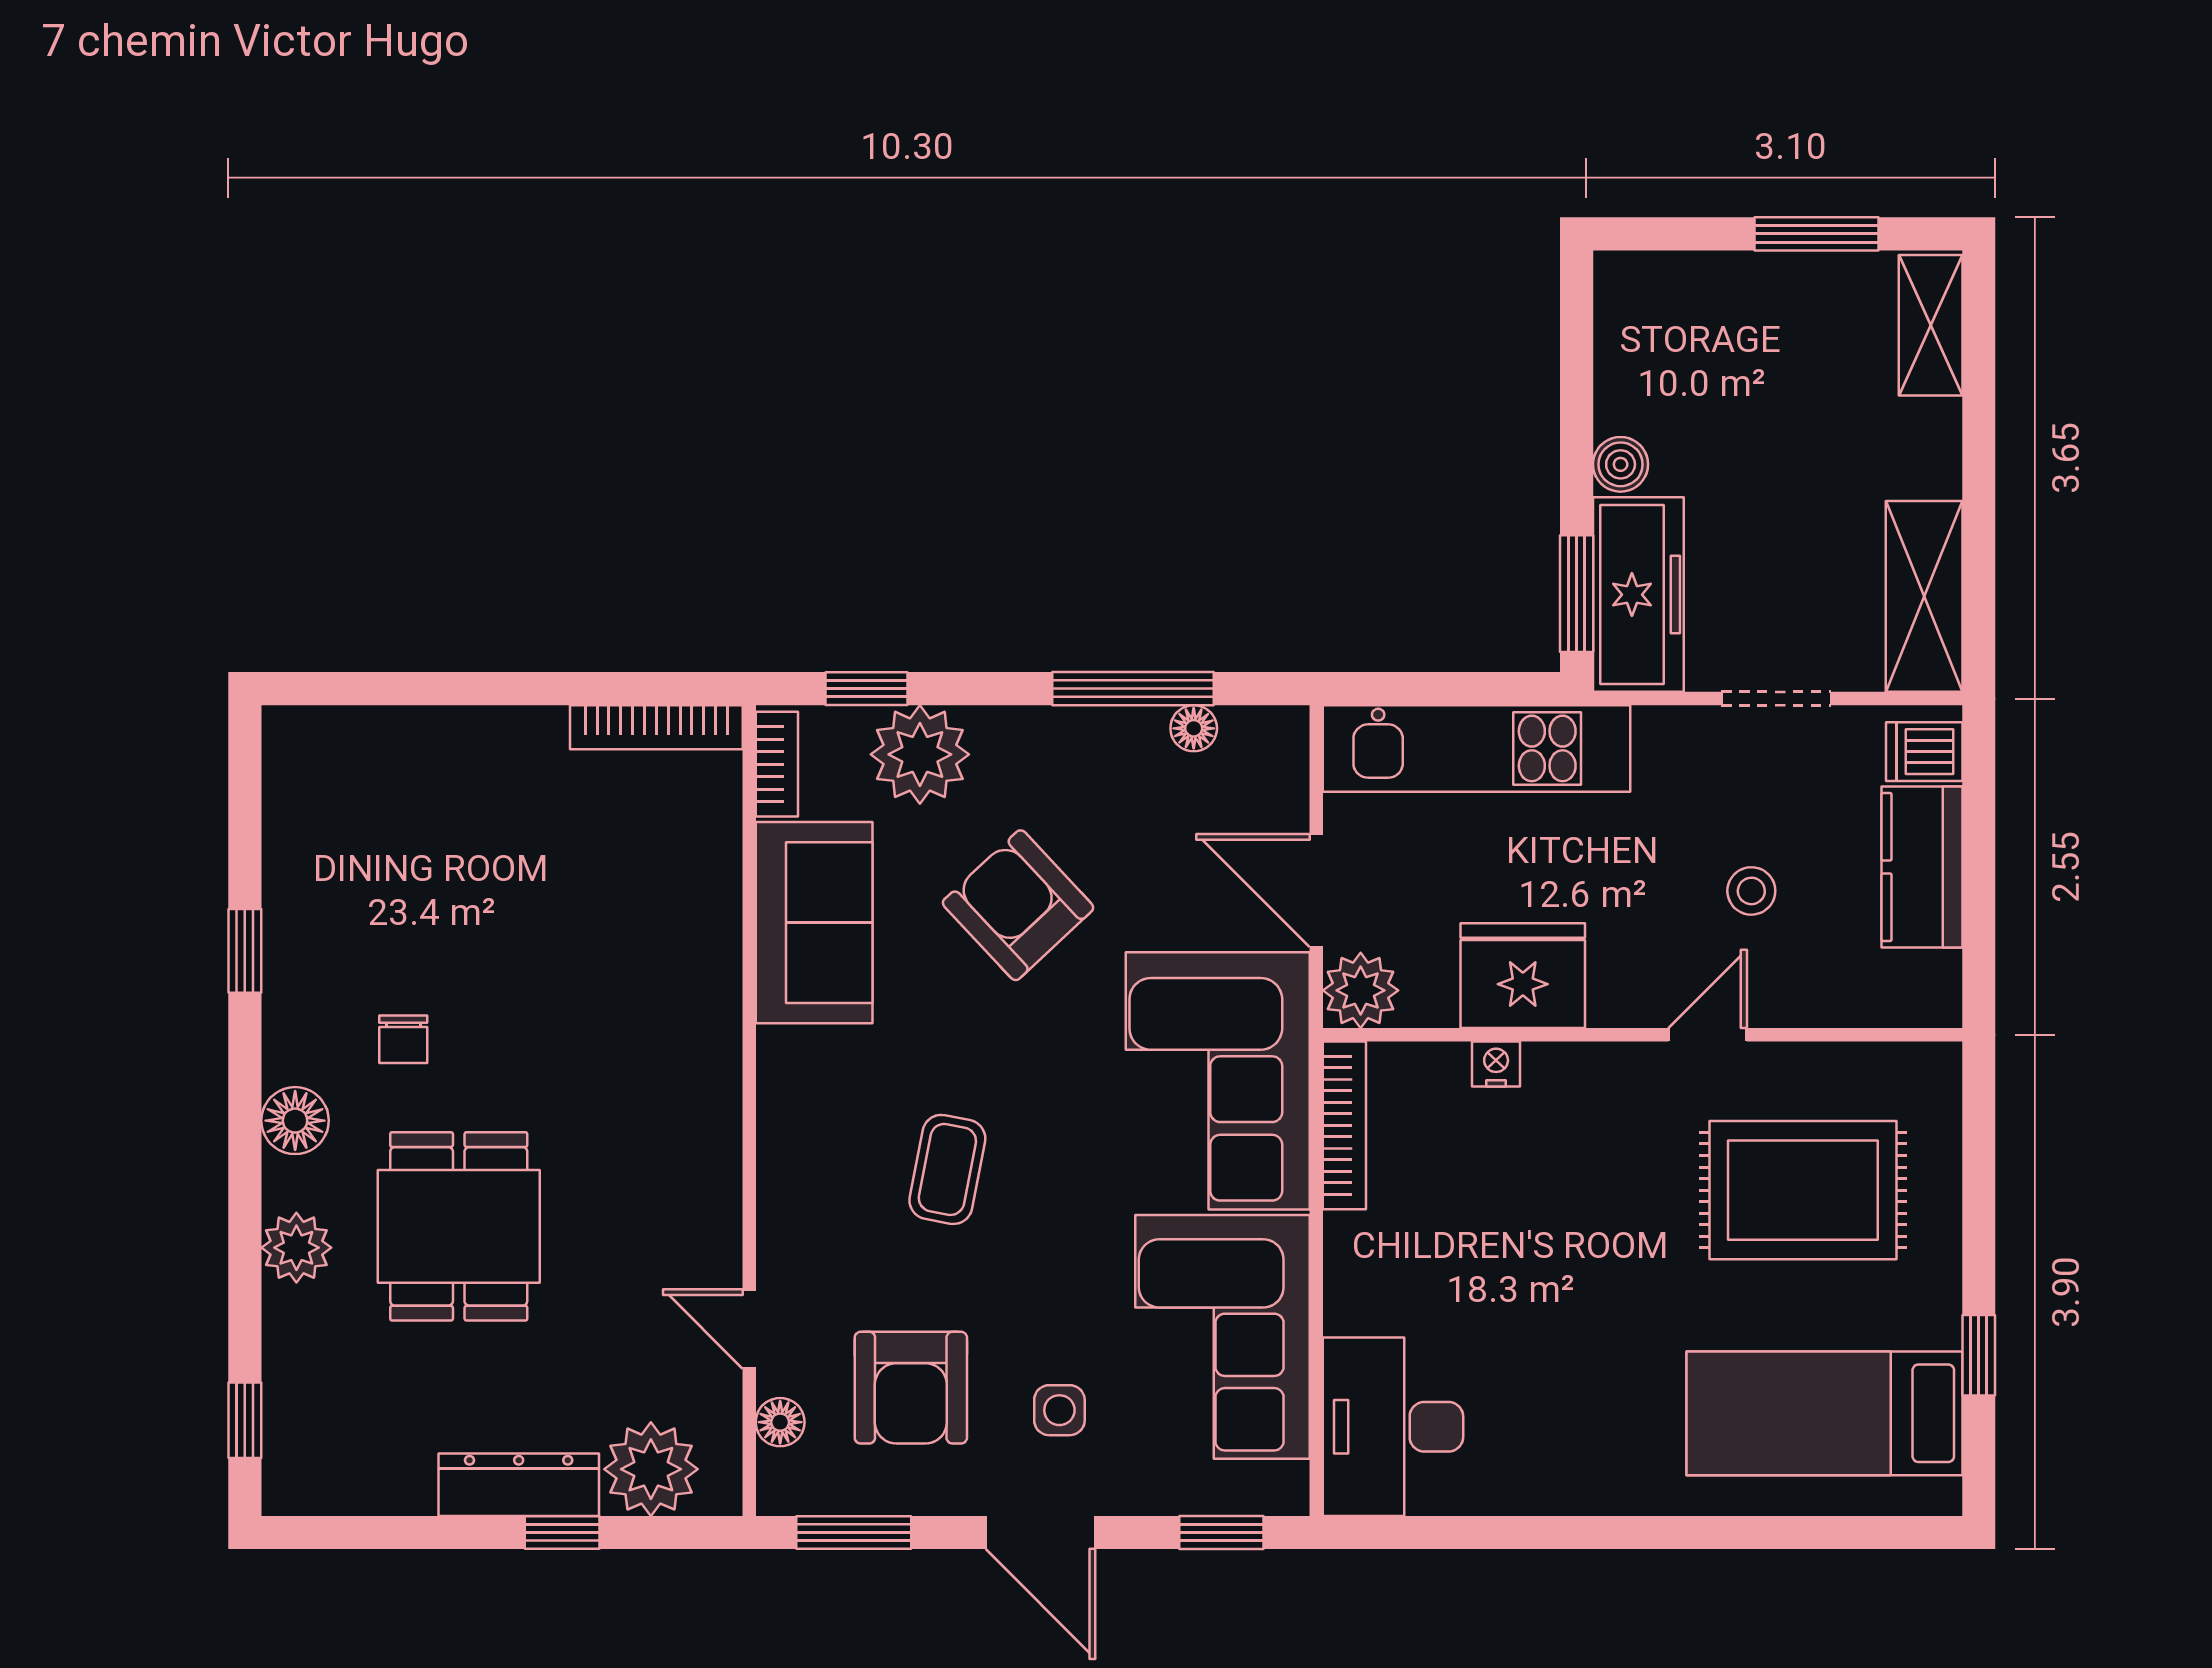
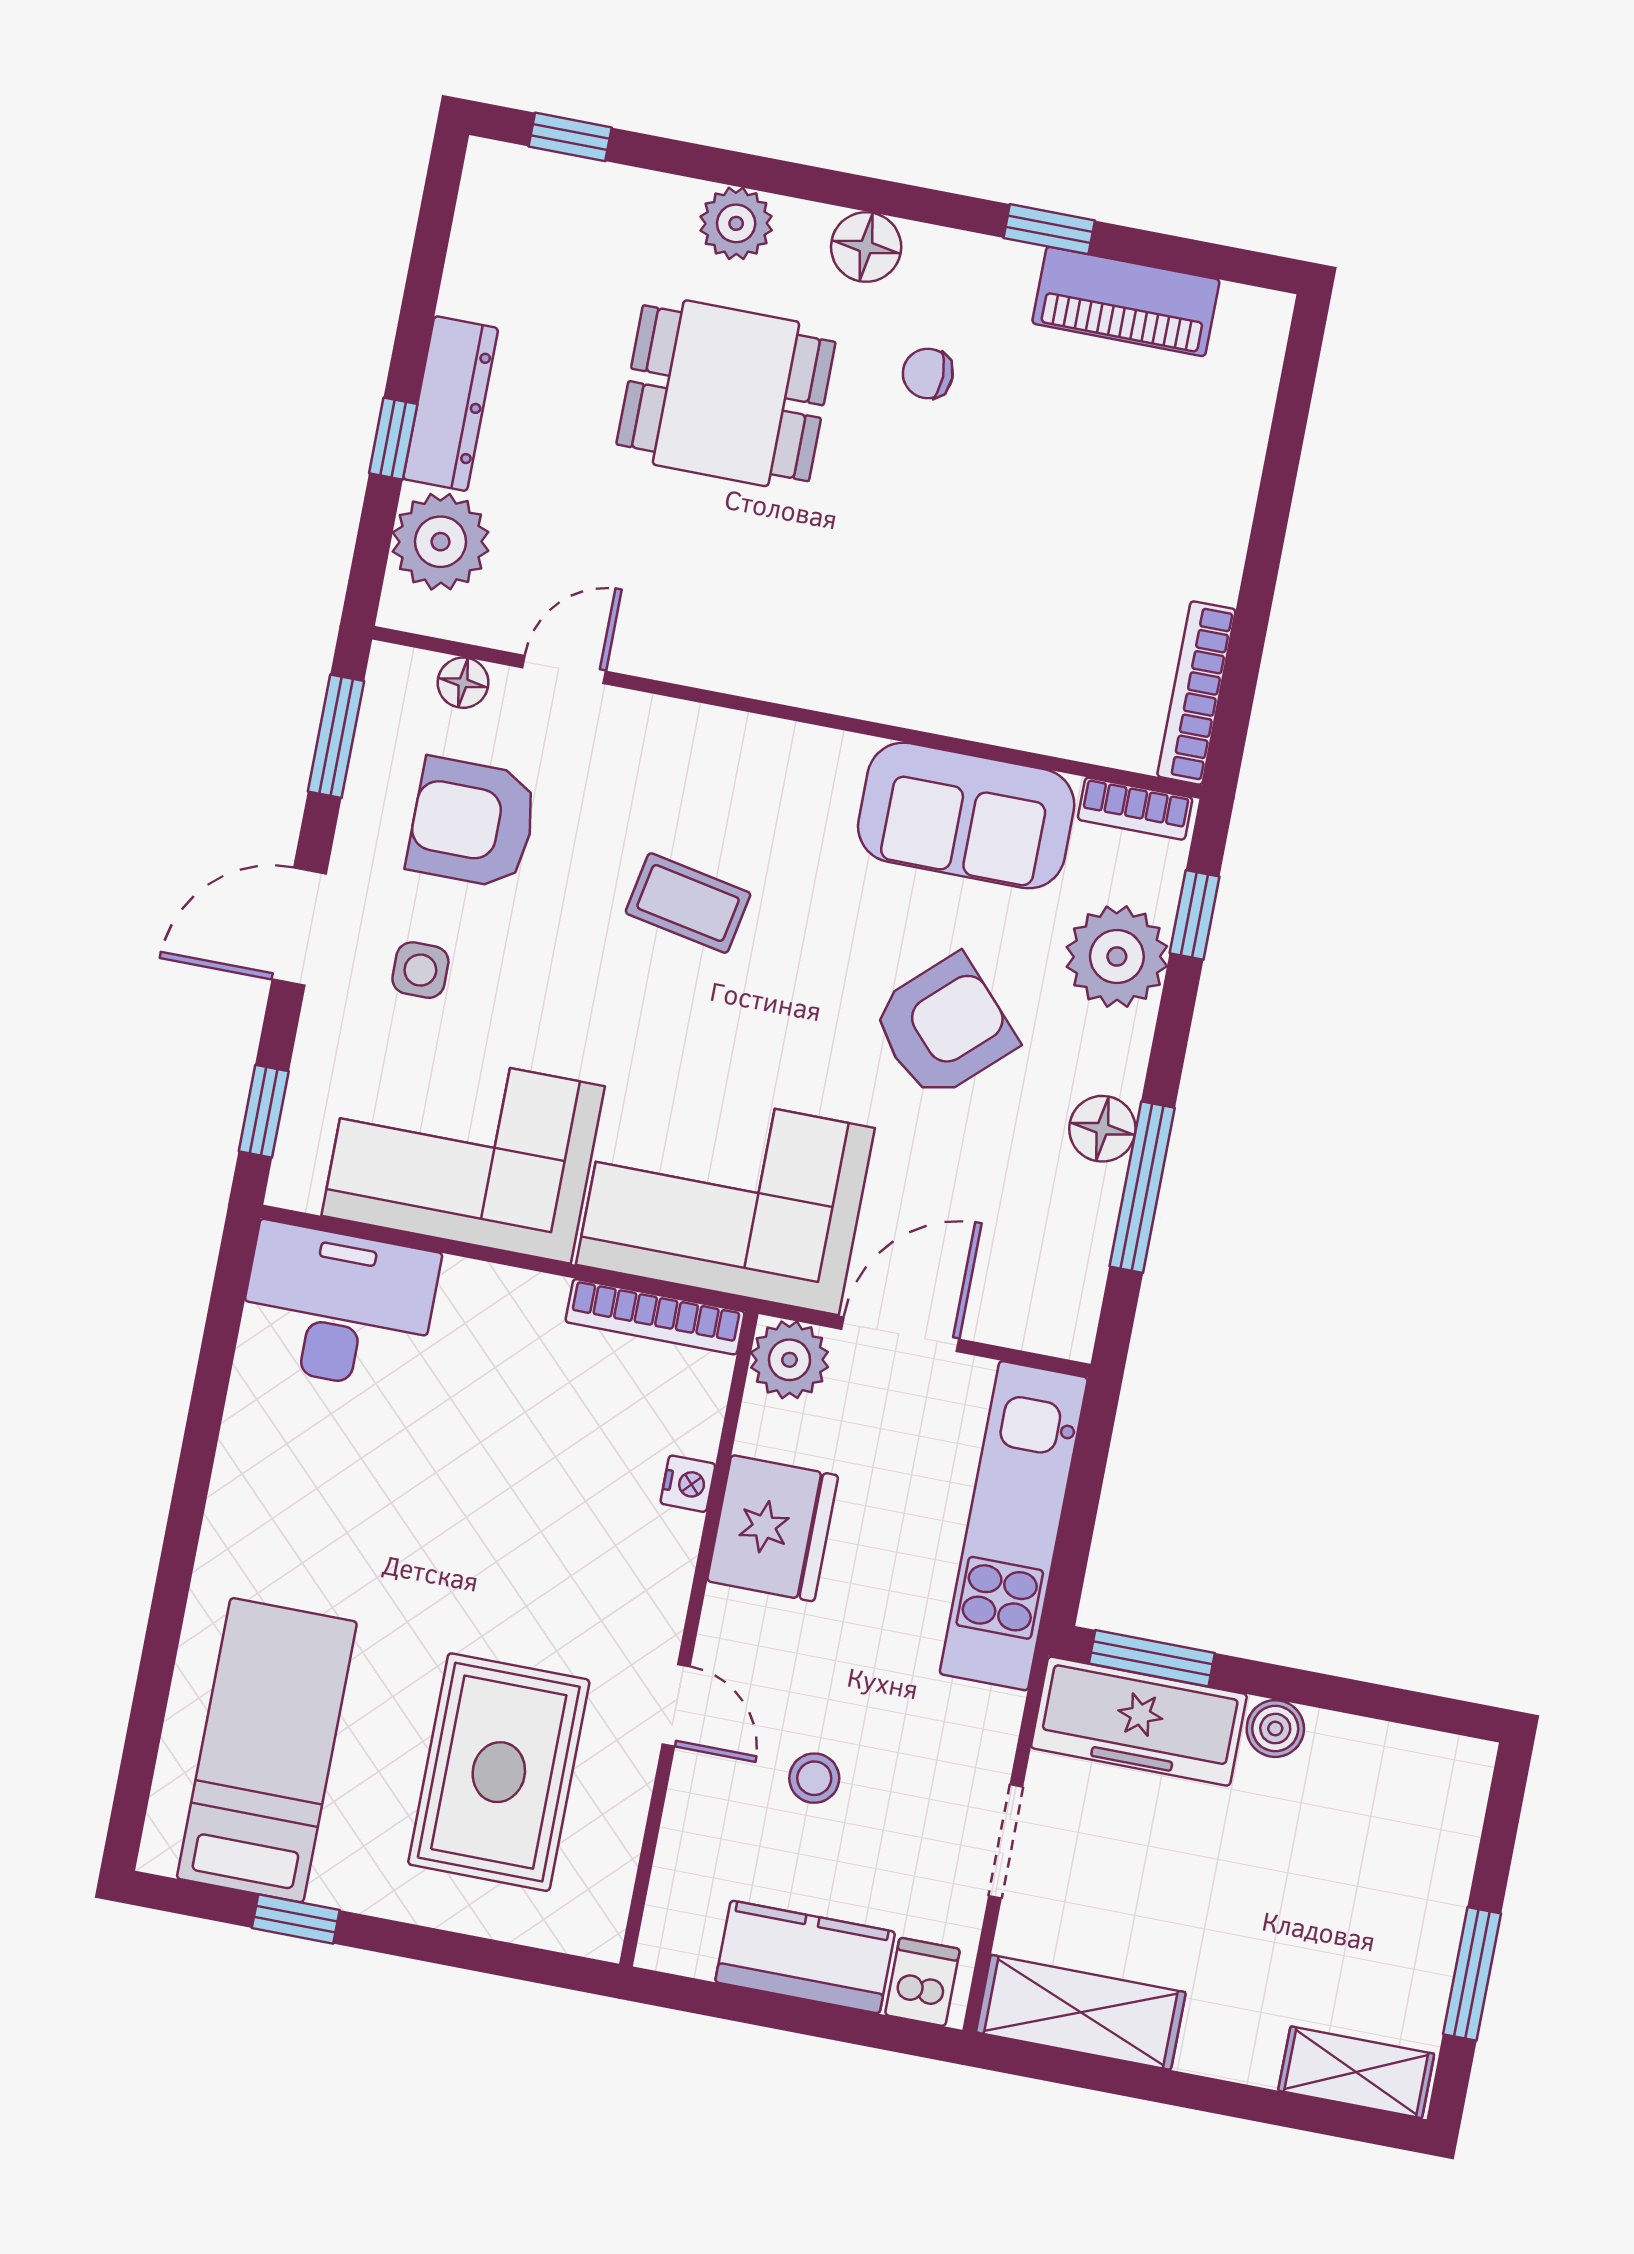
floor lamp: (1194, 728) -> (1102, 1129), moved, width x1.37, depth x1.37
piano: (299, 865) -> (1126, 301), added

